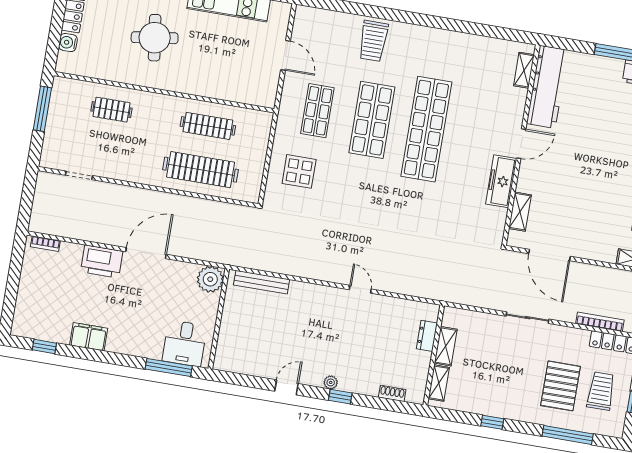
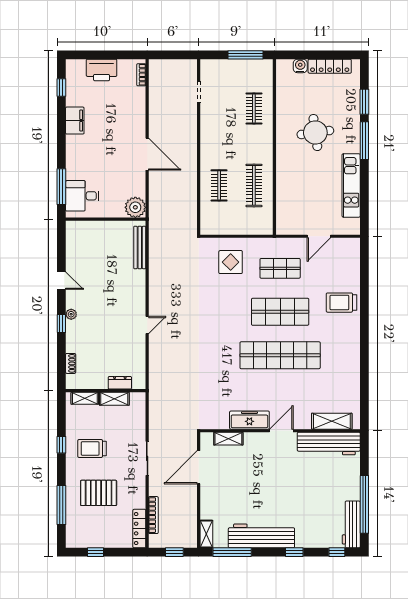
shelving: (524, 70) -> (332, 421), width x1.50, depth x1.33
door: (521, 144) -> (281, 431), swing flipped
clothes rail: (201, 170) -> (219, 185), width x0.54, depth x0.76
printer: (102, 261) -> (102, 70), moved, turned -90
trolley: (601, 391) -> (92, 448), moved, turned 180

